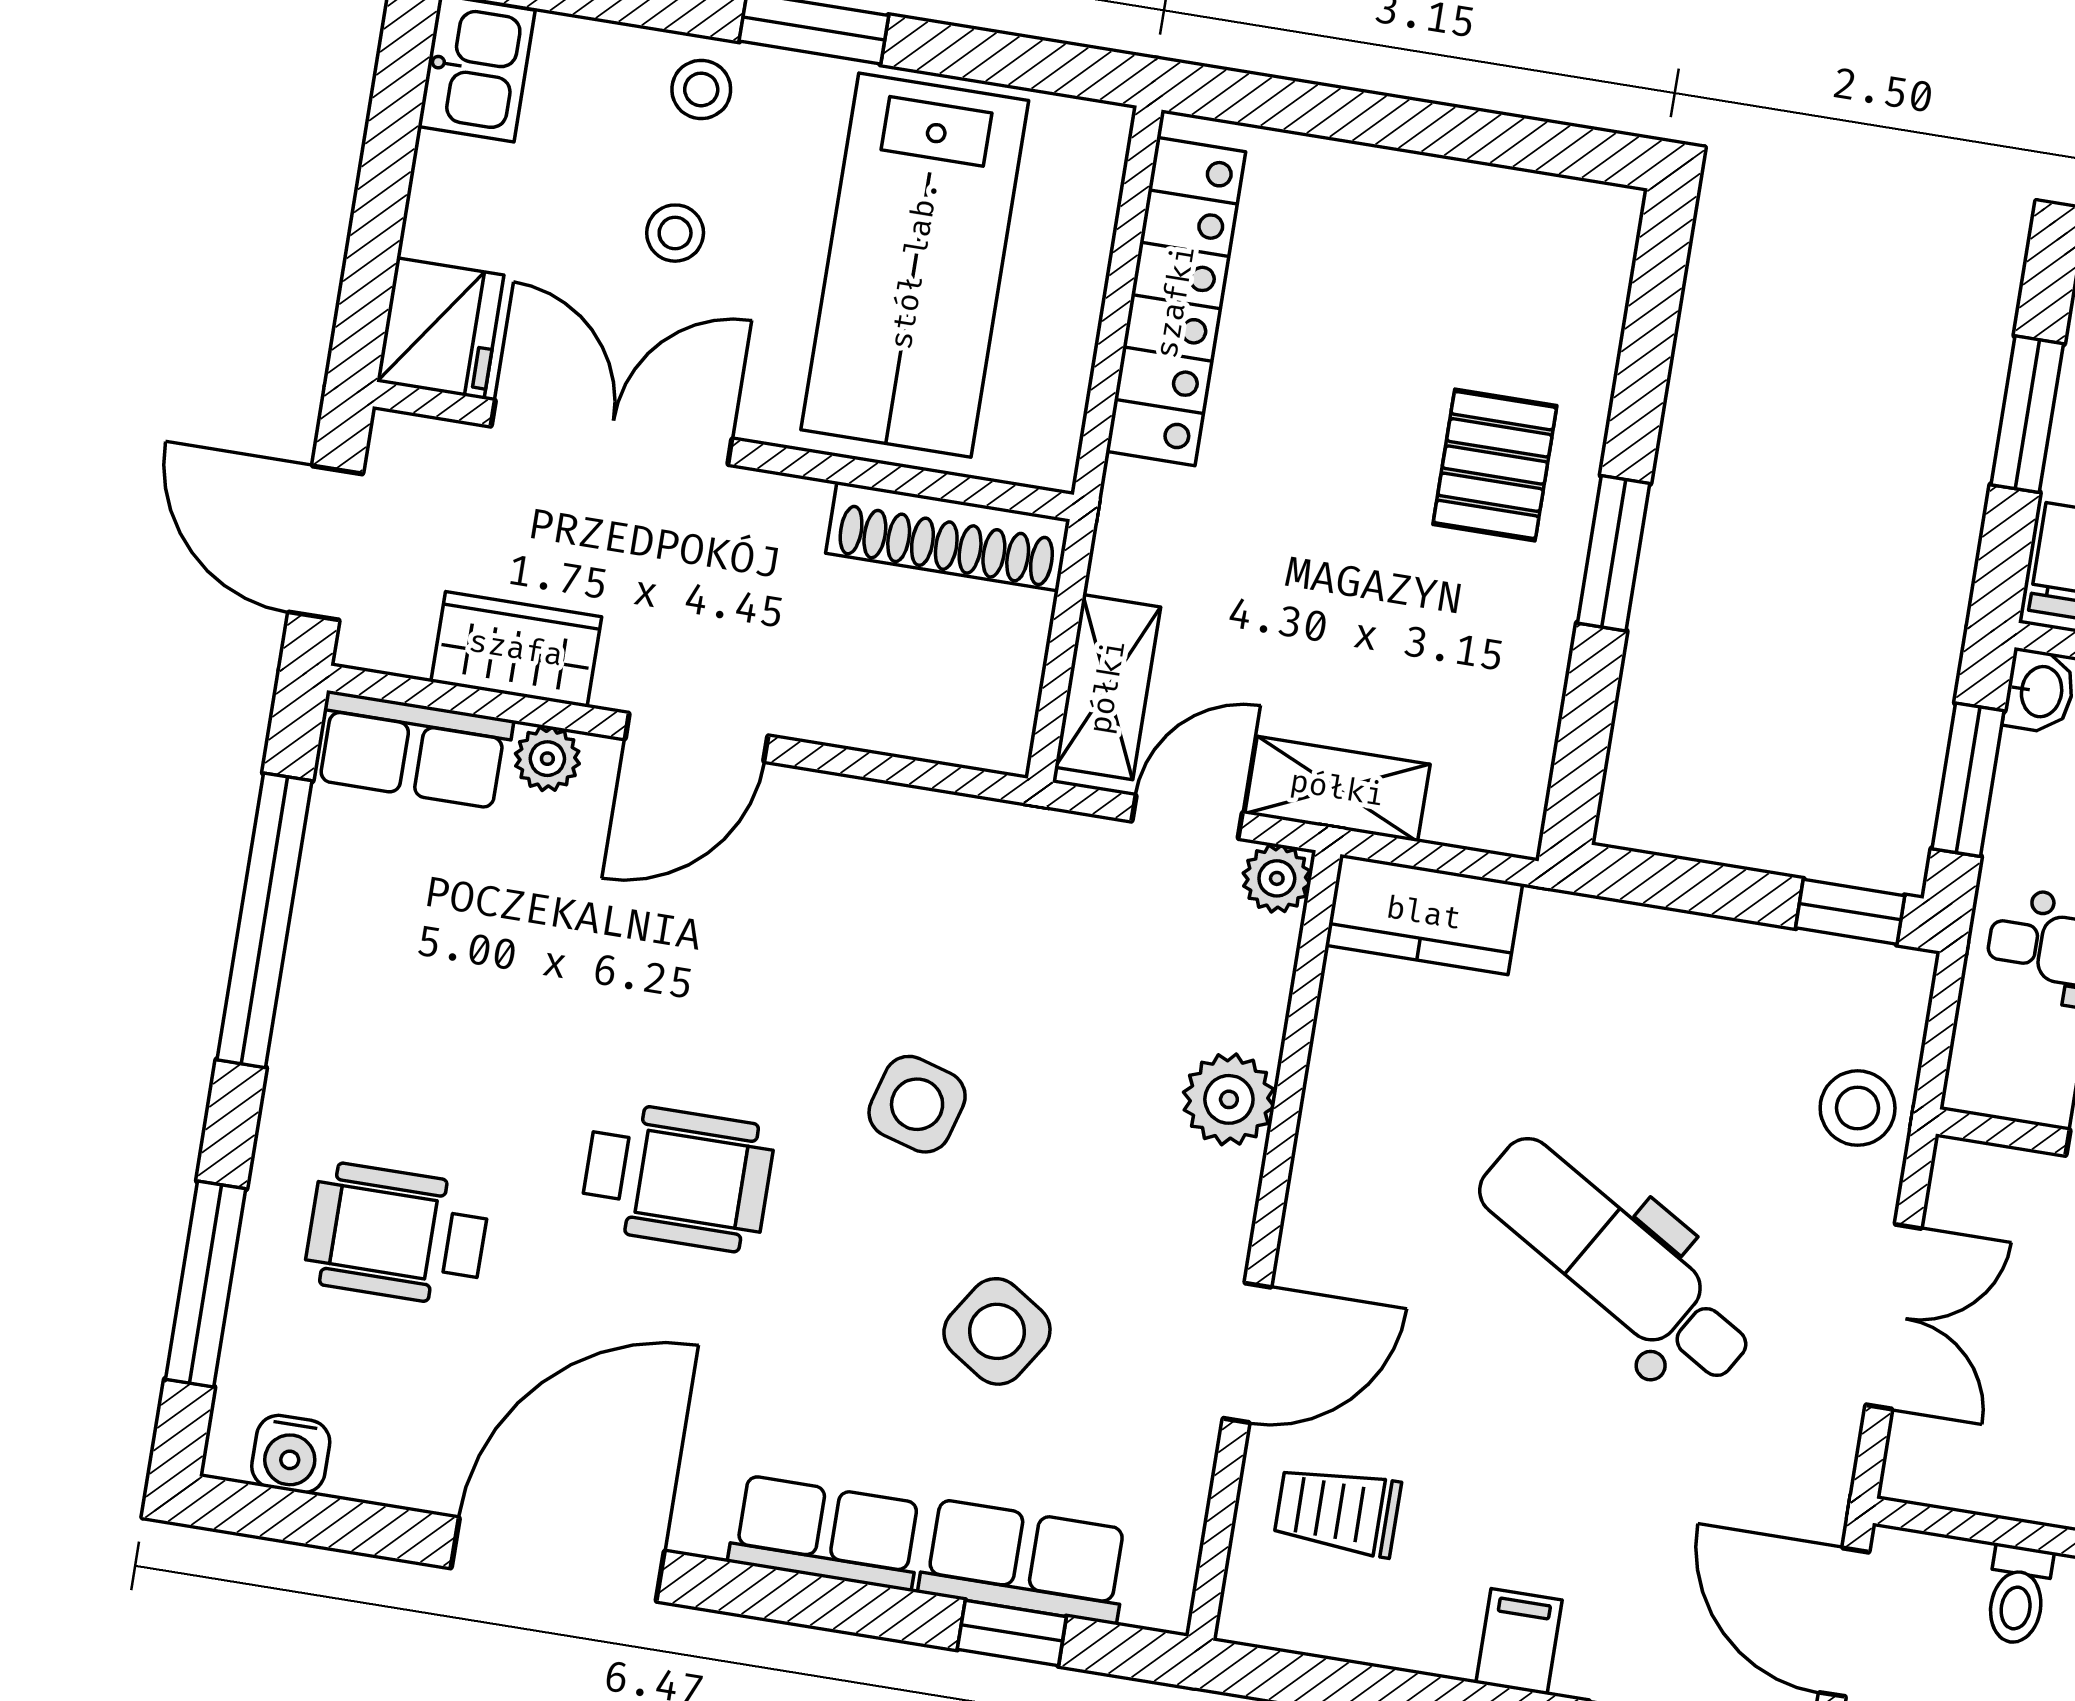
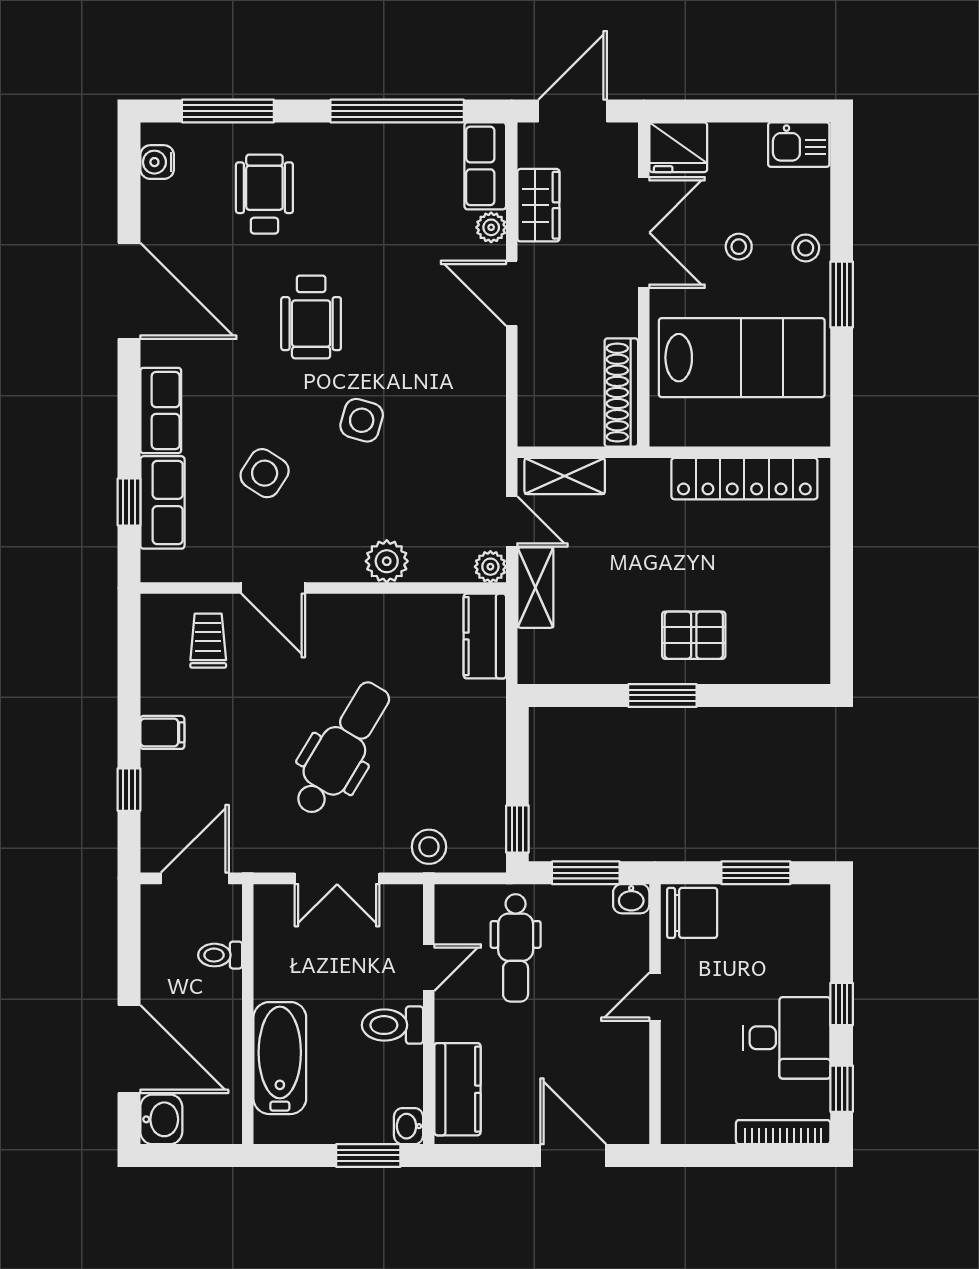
lab bench: (915, 265) -> (742, 358), turned 180

